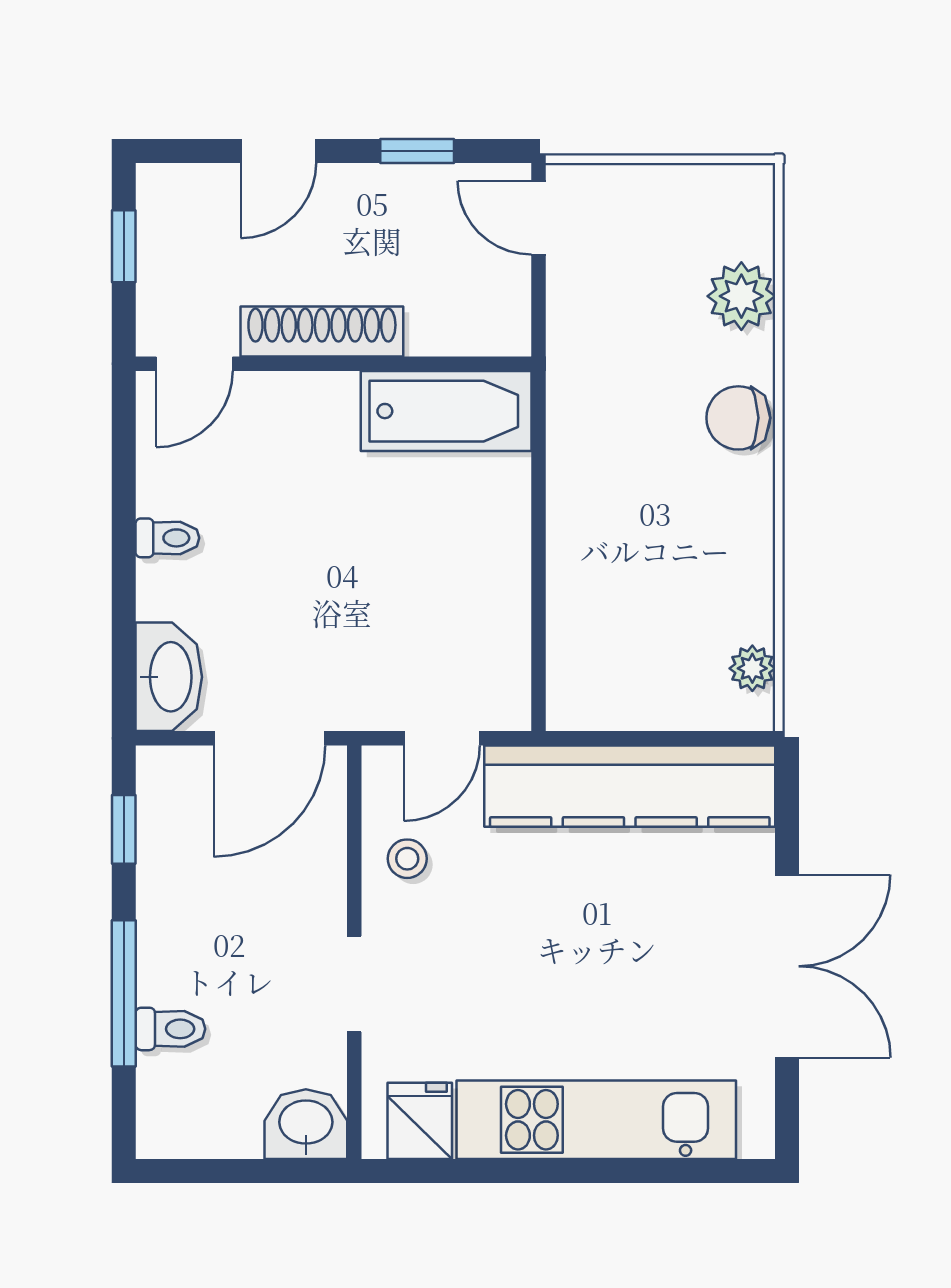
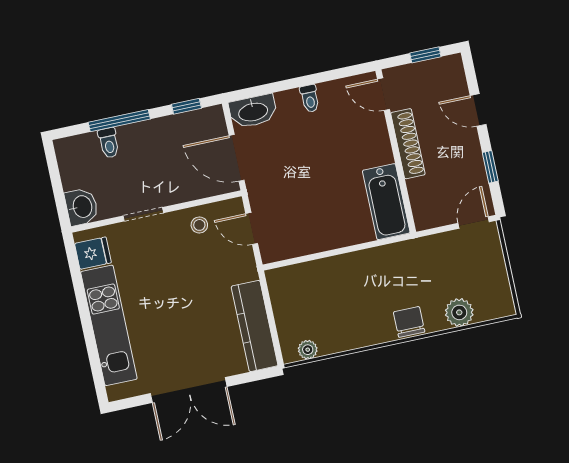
kitchen counter: (630, 786) -> (255, 326), width x0.72, depth x0.86

